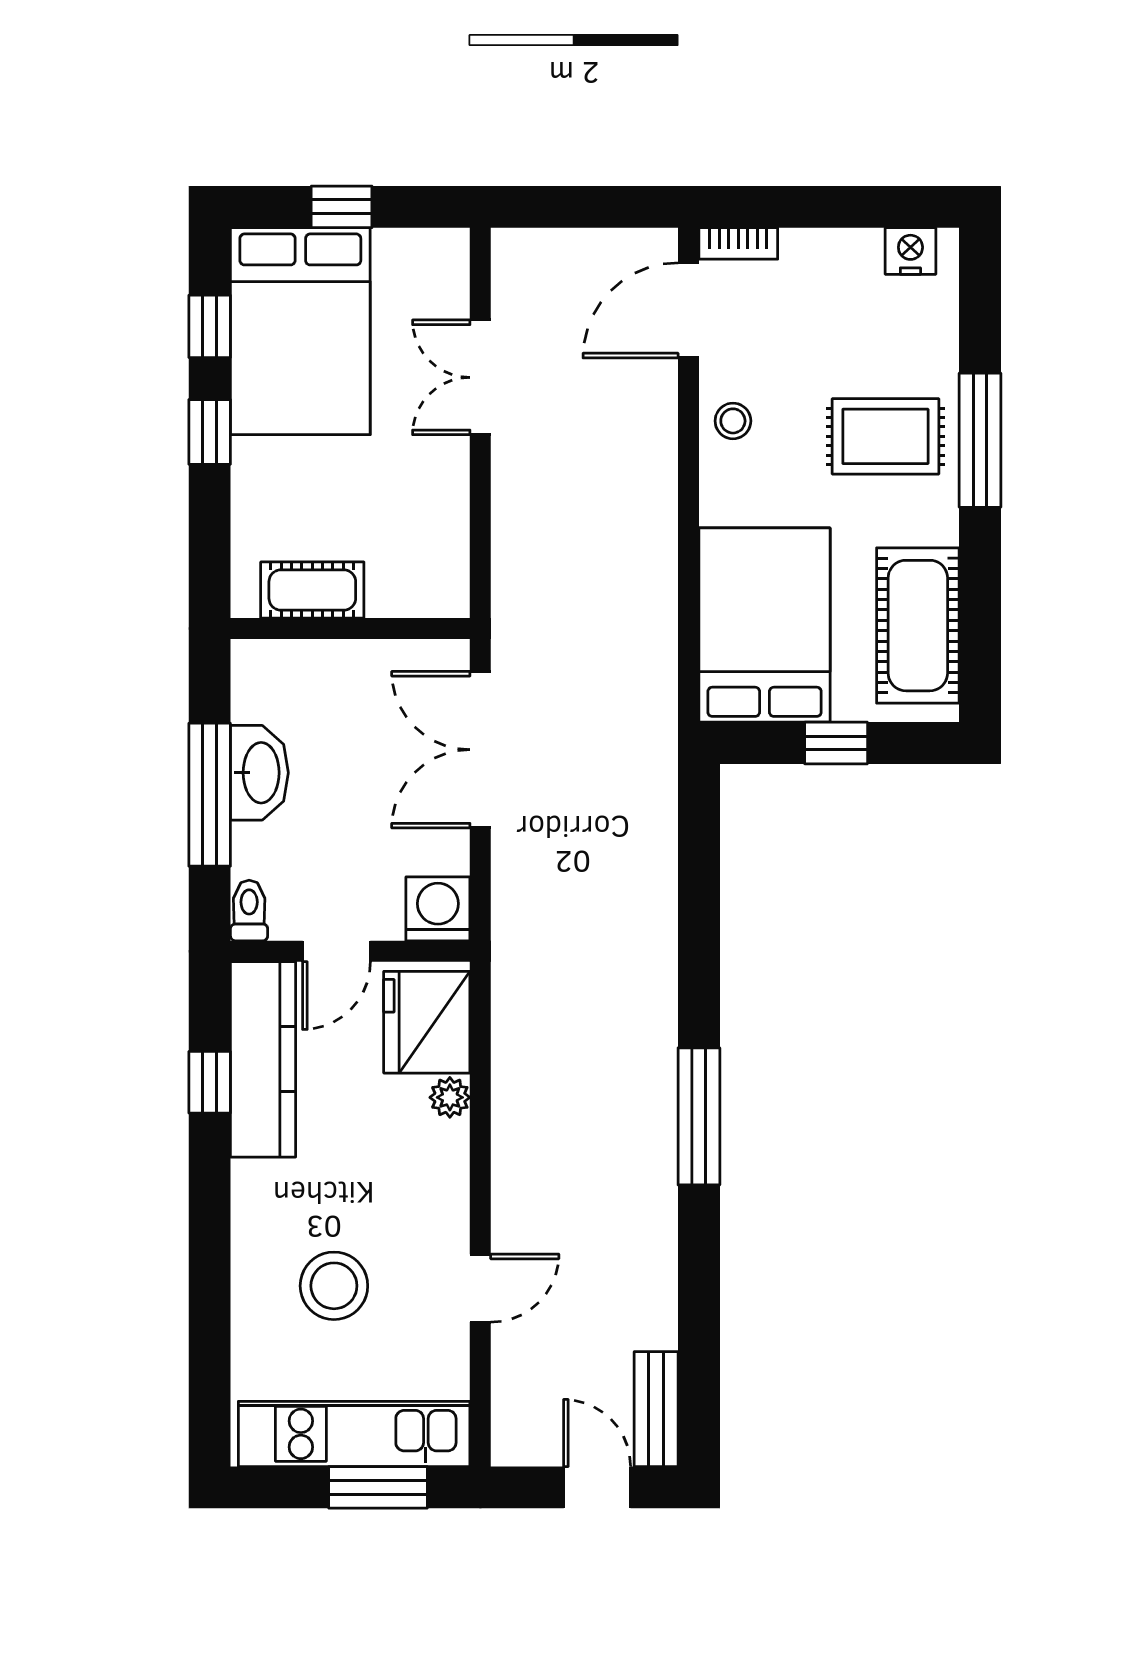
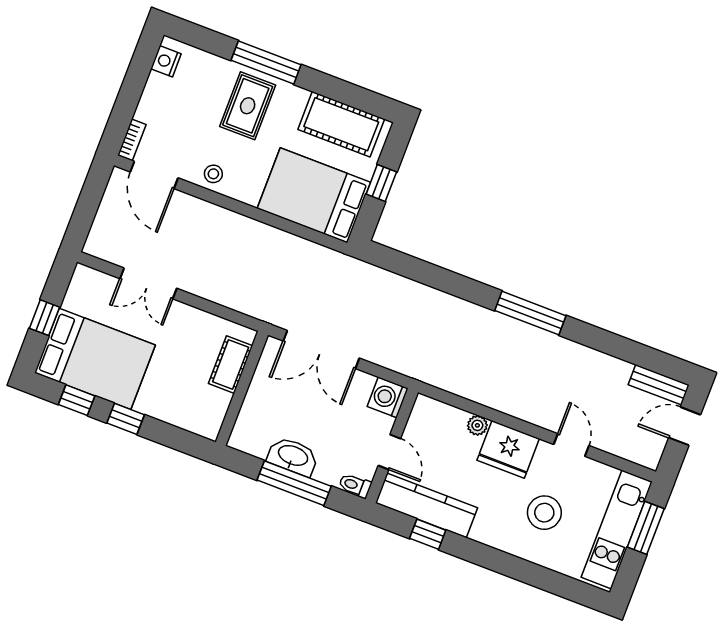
cot: (312, 590) -> (231, 365), moved
fridge: (427, 1022) -> (508, 449), moved

